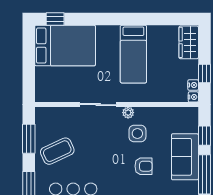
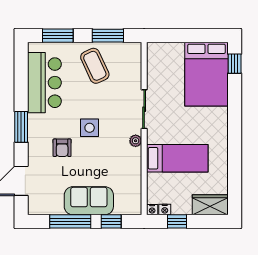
bed: (133, 54) -> (177, 158), moved, turned 180
side table: (137, 134) -> (90, 128), moved
armchair: (143, 166) -> (62, 148), moved

